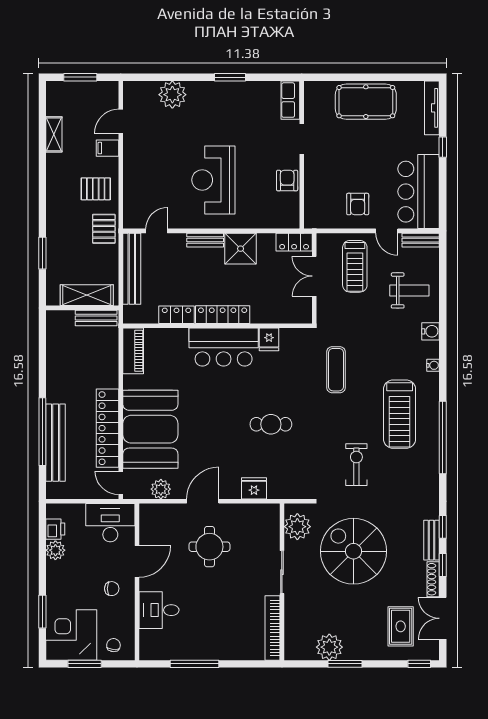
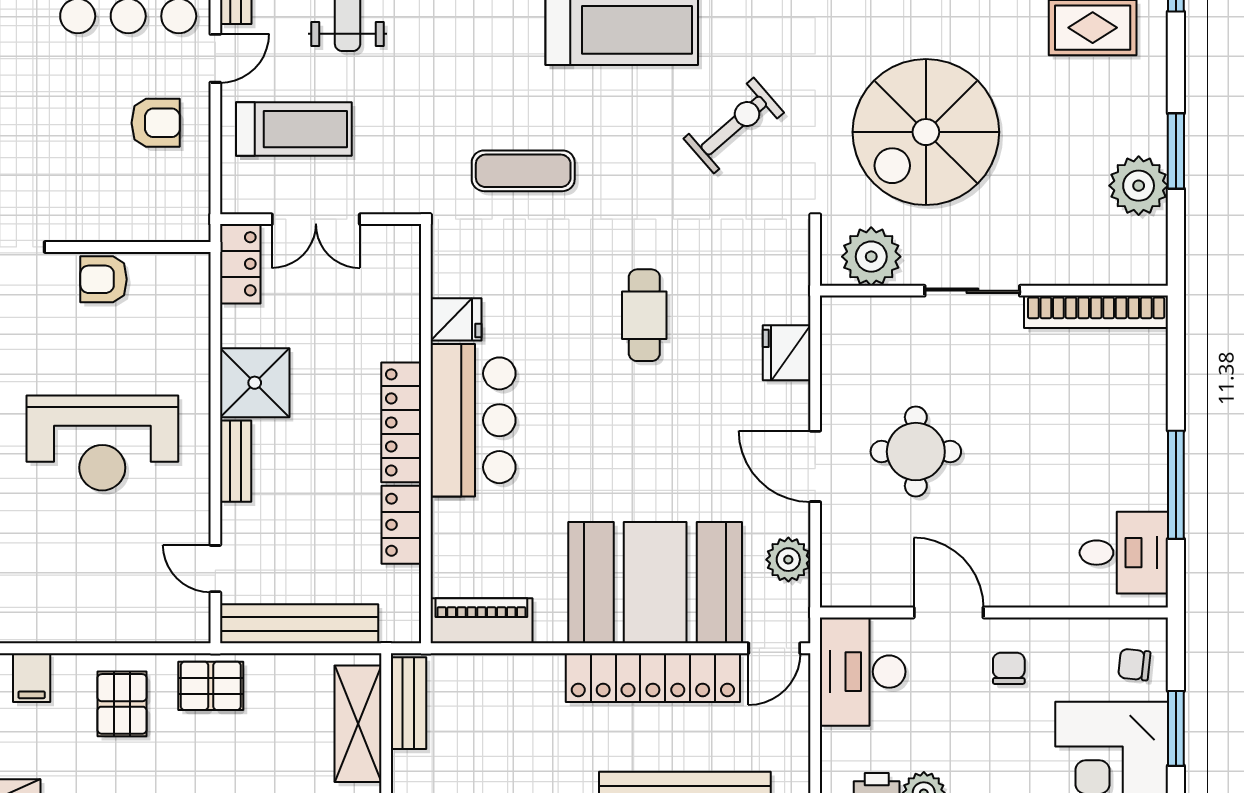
exercise bike: (356, 465) -> (734, 126), turned 139
desk: (159, 610) -> (1124, 553), moved, turned -90

